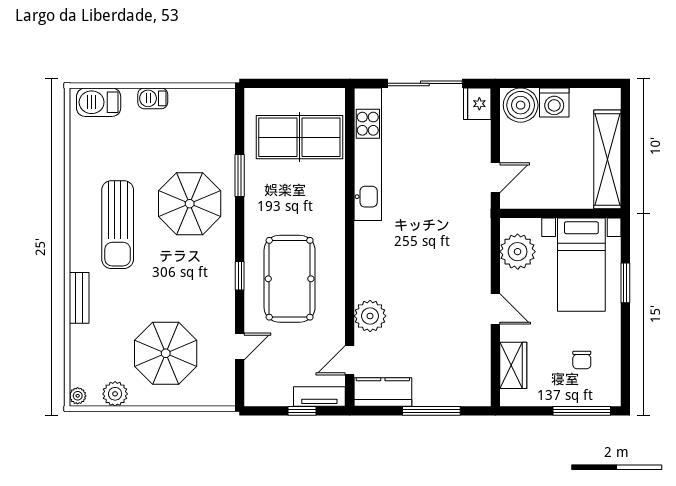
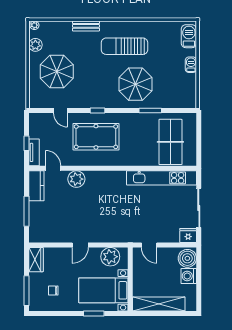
wardrobe: (513, 365) -> (36, 260), moved, turned -90

